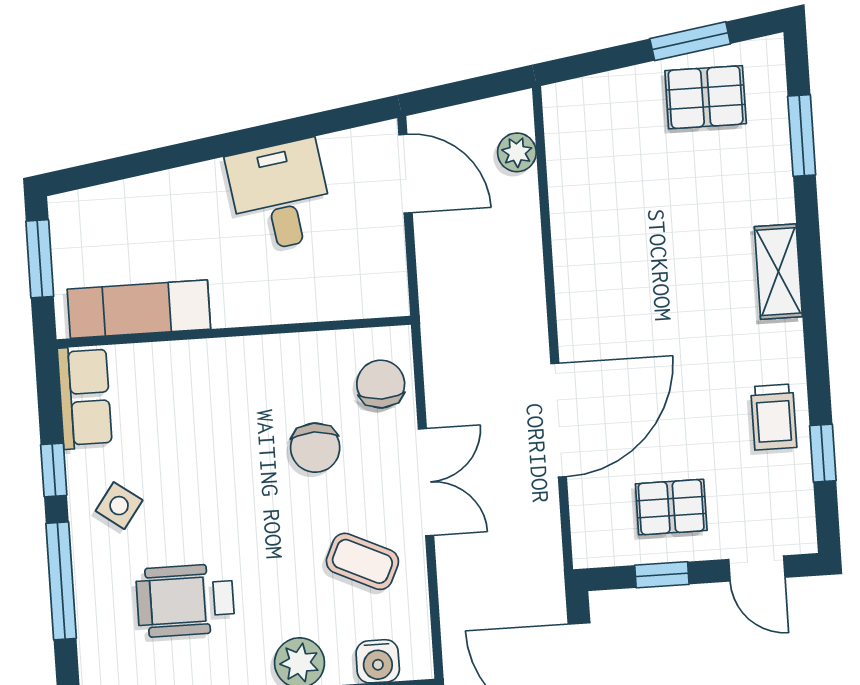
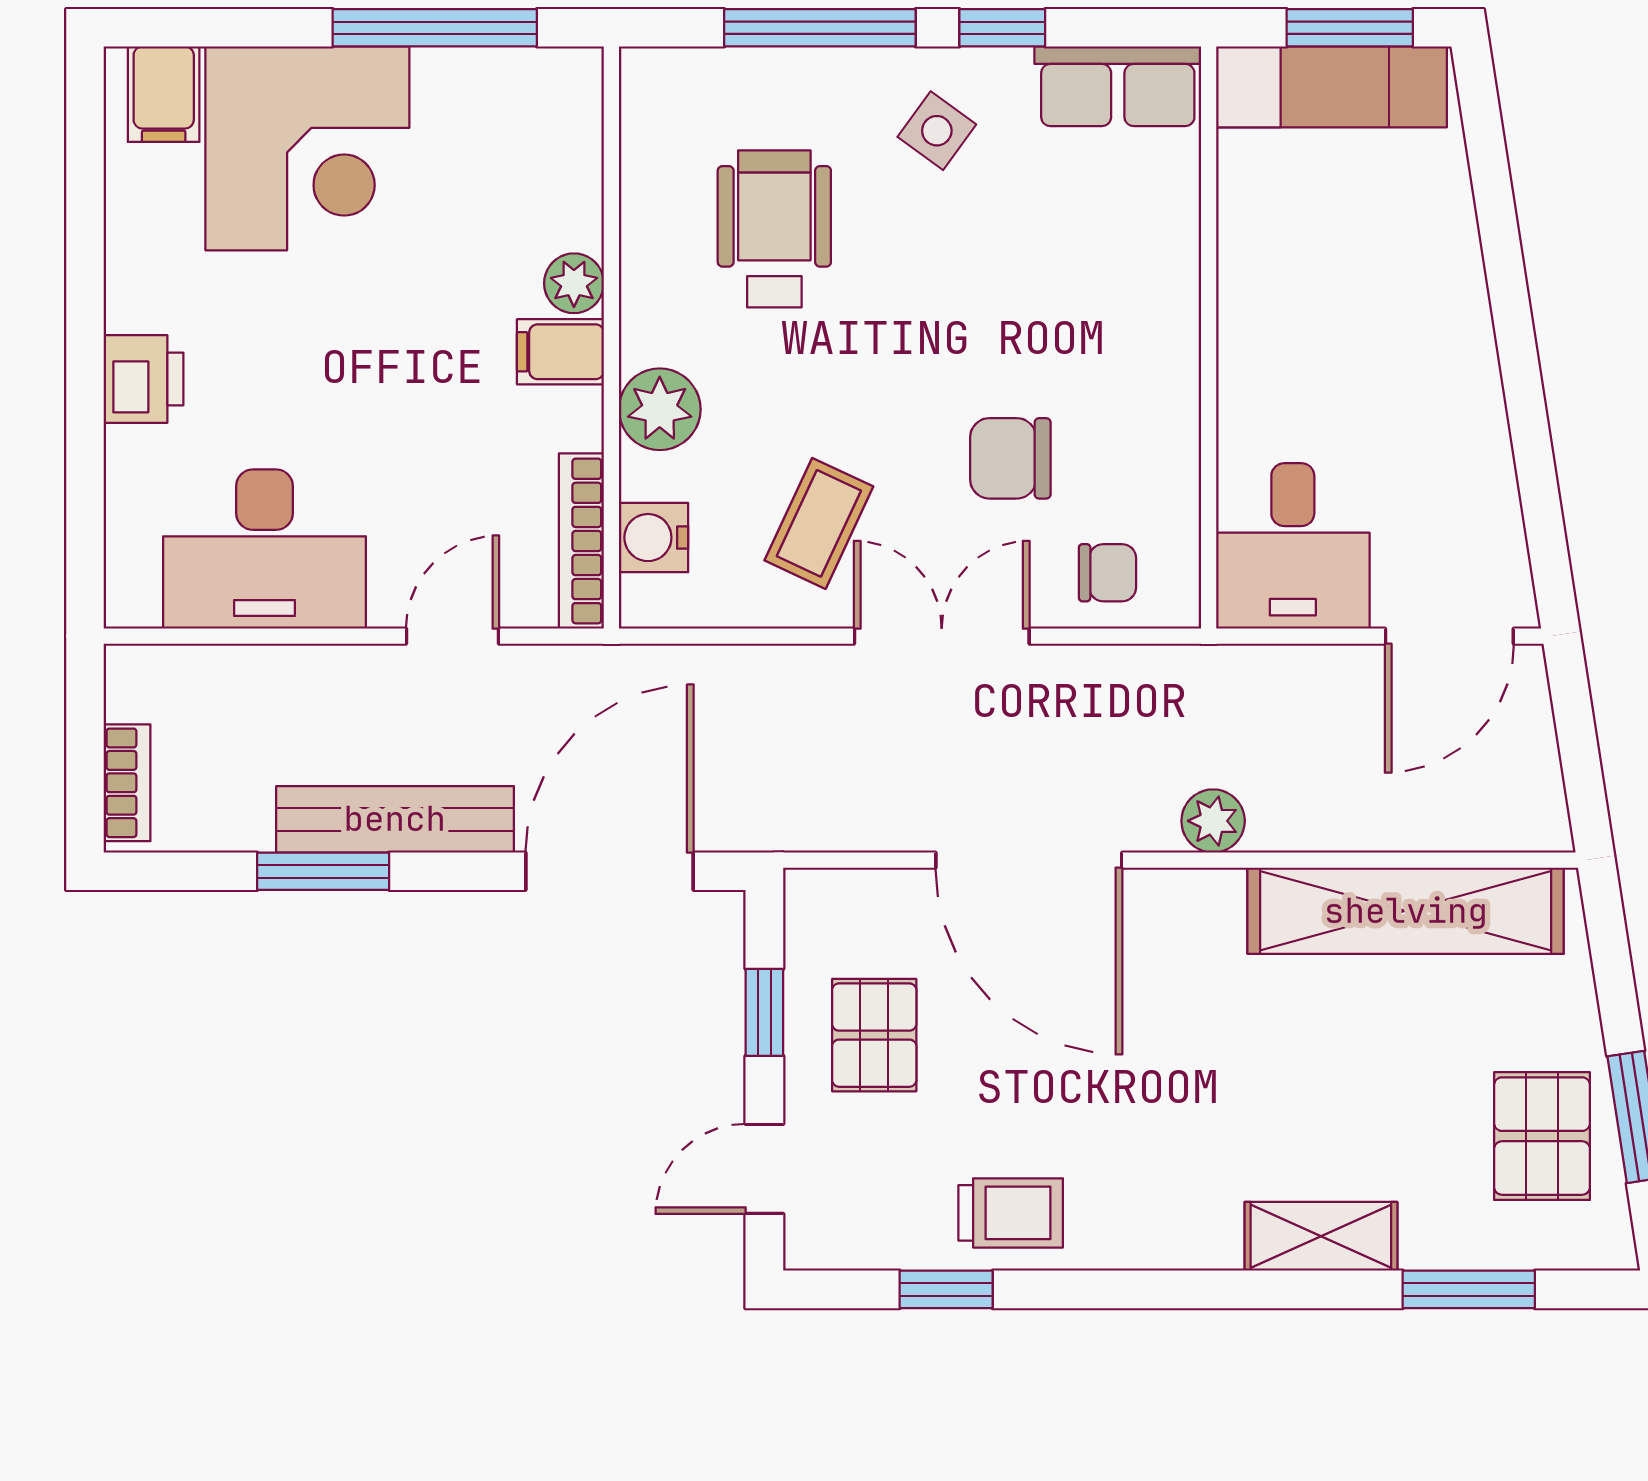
plant: (517, 152) -> (1213, 821), moved
shelving: (574, 189) -> (1406, 911), added
desk: (280, 196) -> (1293, 546), moved, turned 99
shelving: (778, 272) -> (1321, 1236), moved
exam couch: (139, 309) -> (1332, 87), moved, turned 90
chair: (381, 384) -> (1107, 573), width x0.73, depth x0.73
trolley: (774, 417) -> (1011, 1213), turned 180
double door: (426, 482) -> (942, 636), swing flipped

